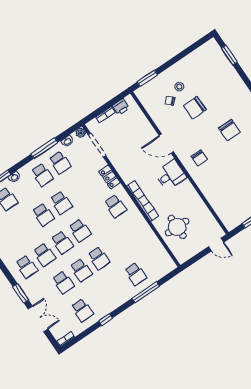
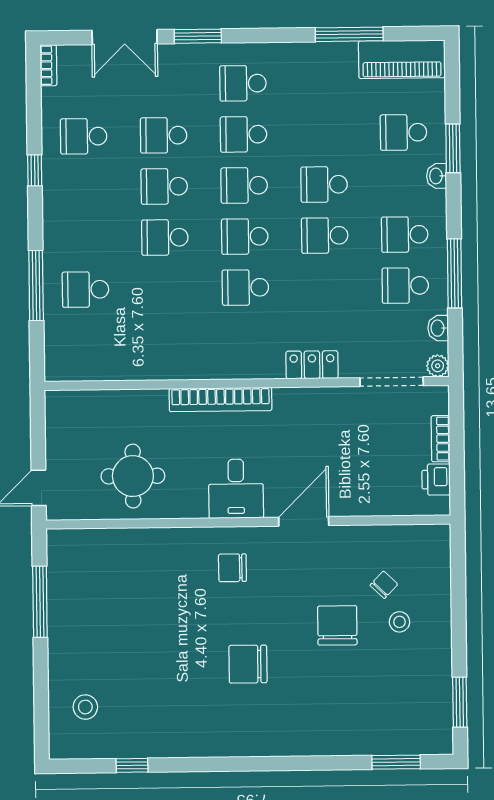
window: (147, 78) -> (460, 702), moved
school desk: (116, 206) -> (245, 287), moved
round table: (177, 227) -> (133, 476), moved

